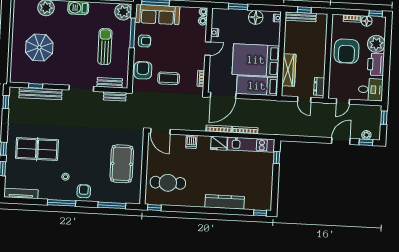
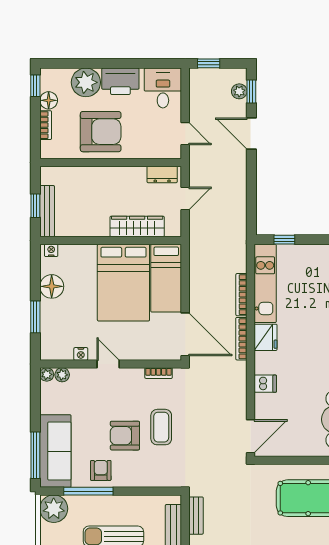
armchair: (143, 70) -> (125, 436), moved

